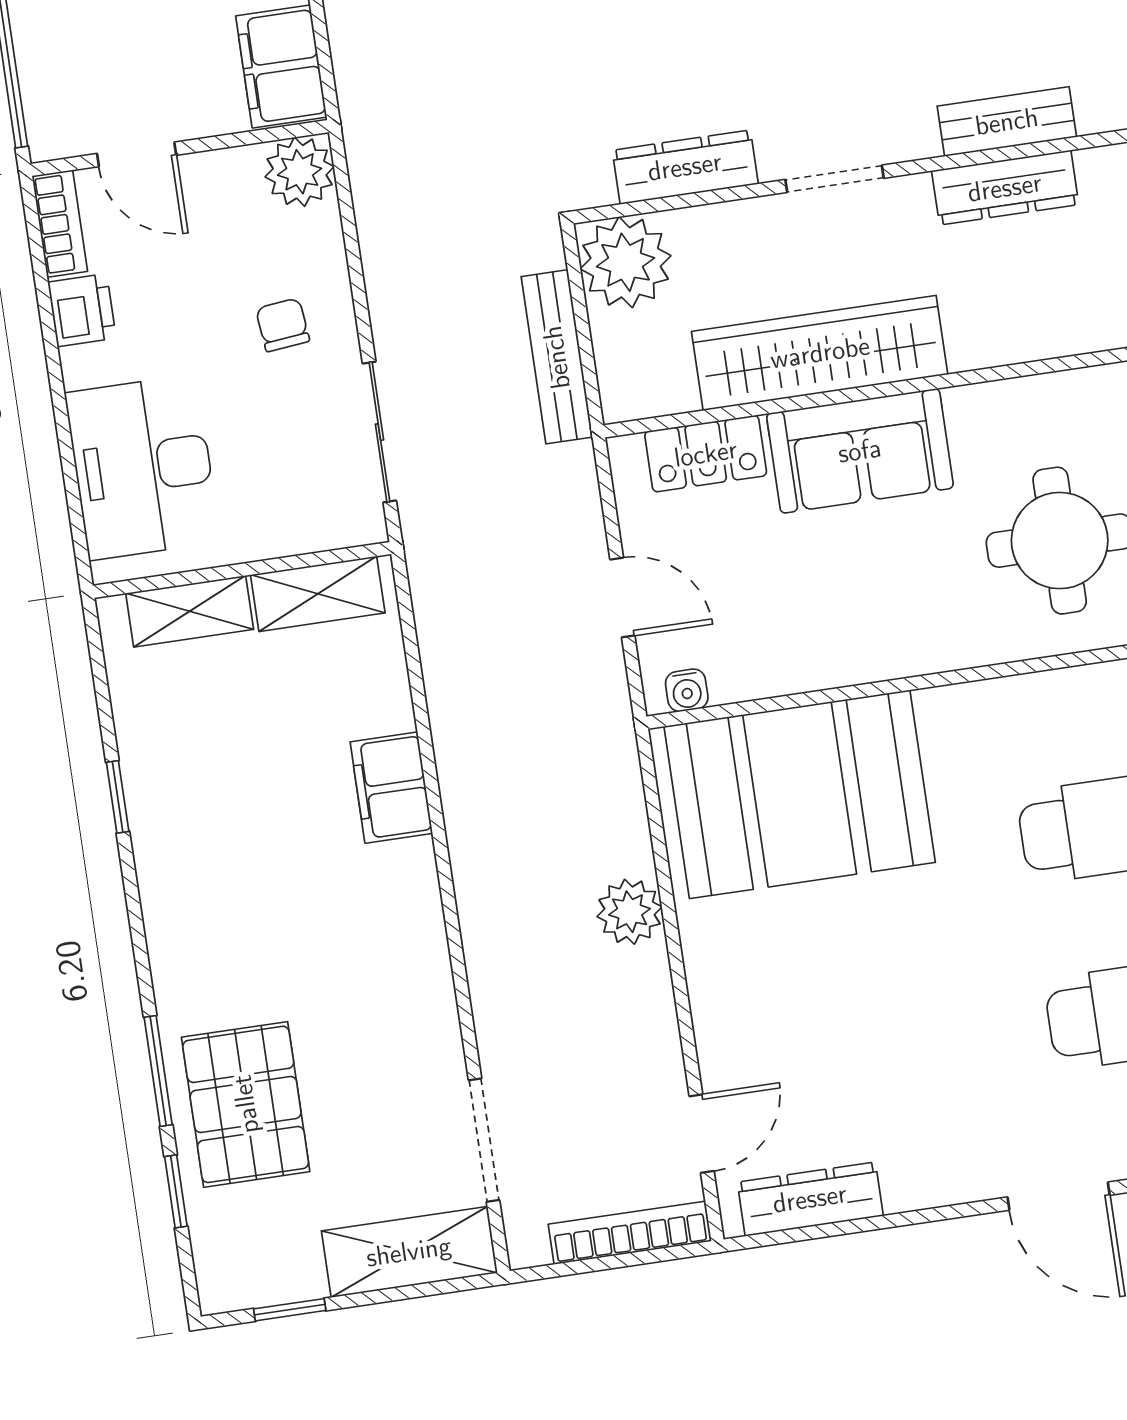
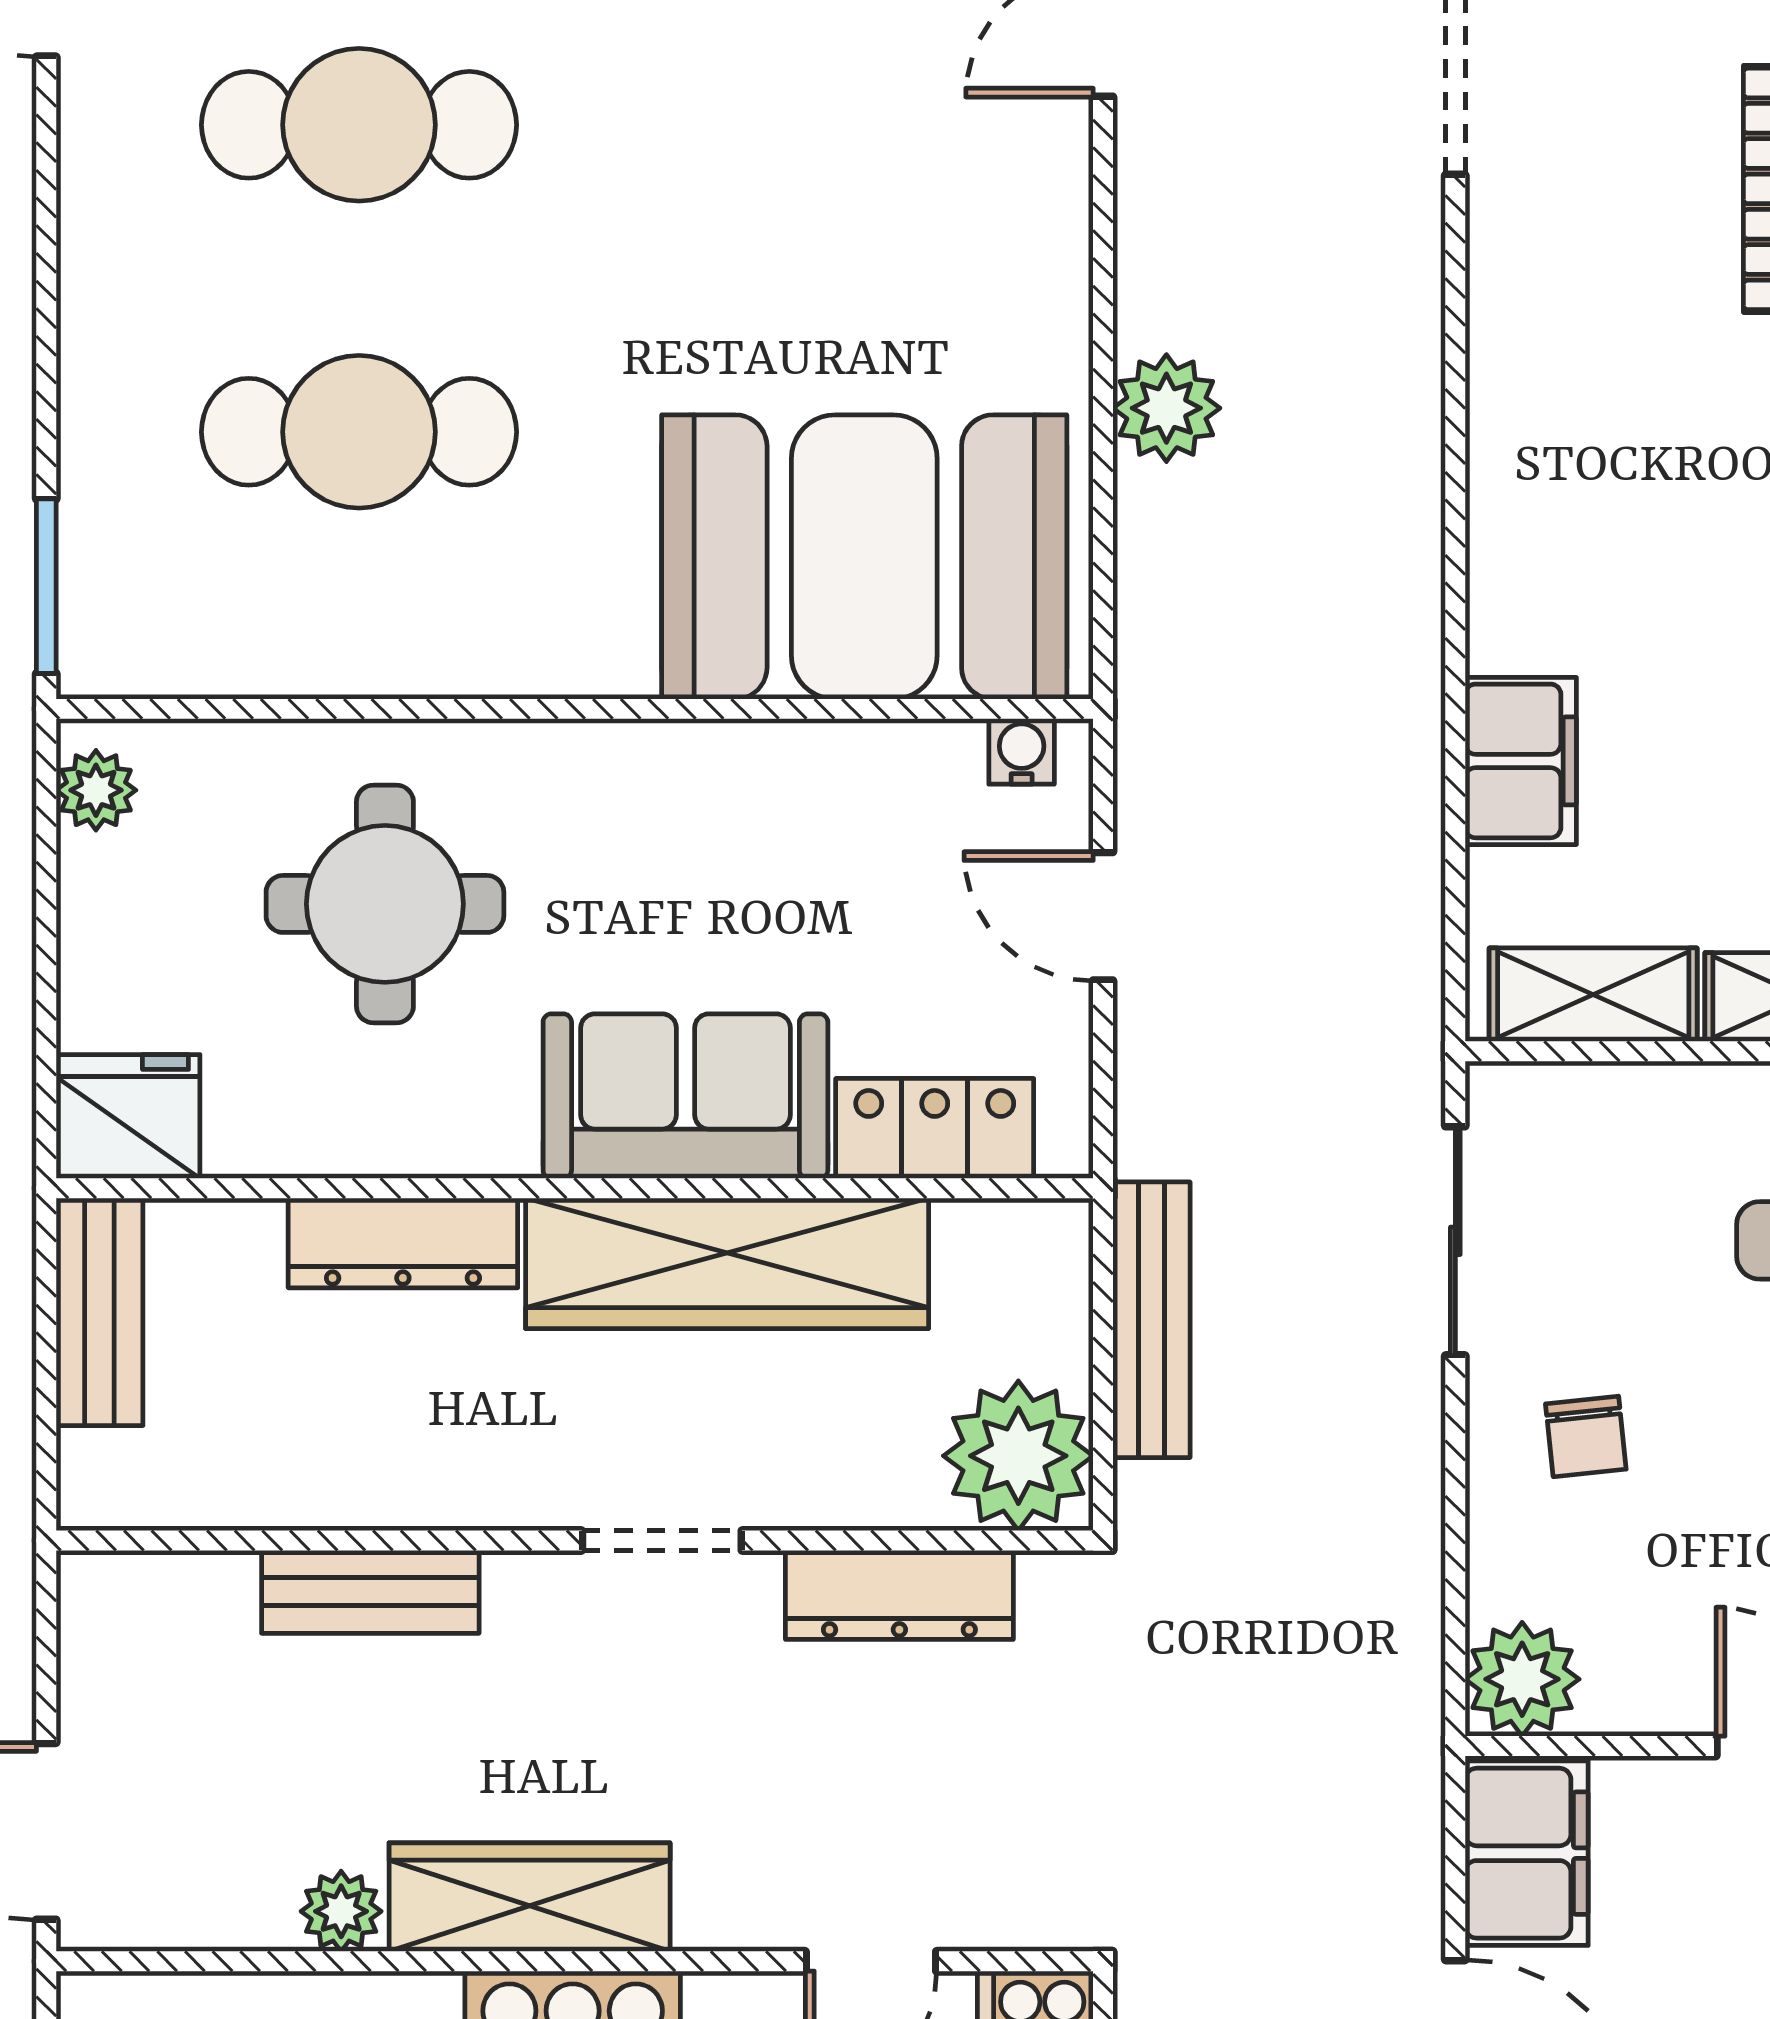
dresser: (1005, 188) -> (403, 1243), moved, turned 180
filing cabinet: (391, 788) -> (1521, 761), moved

